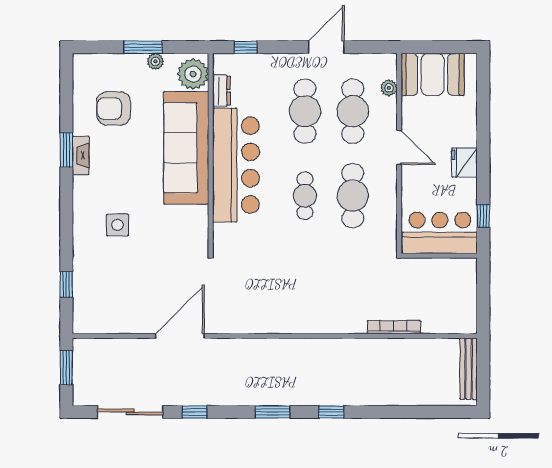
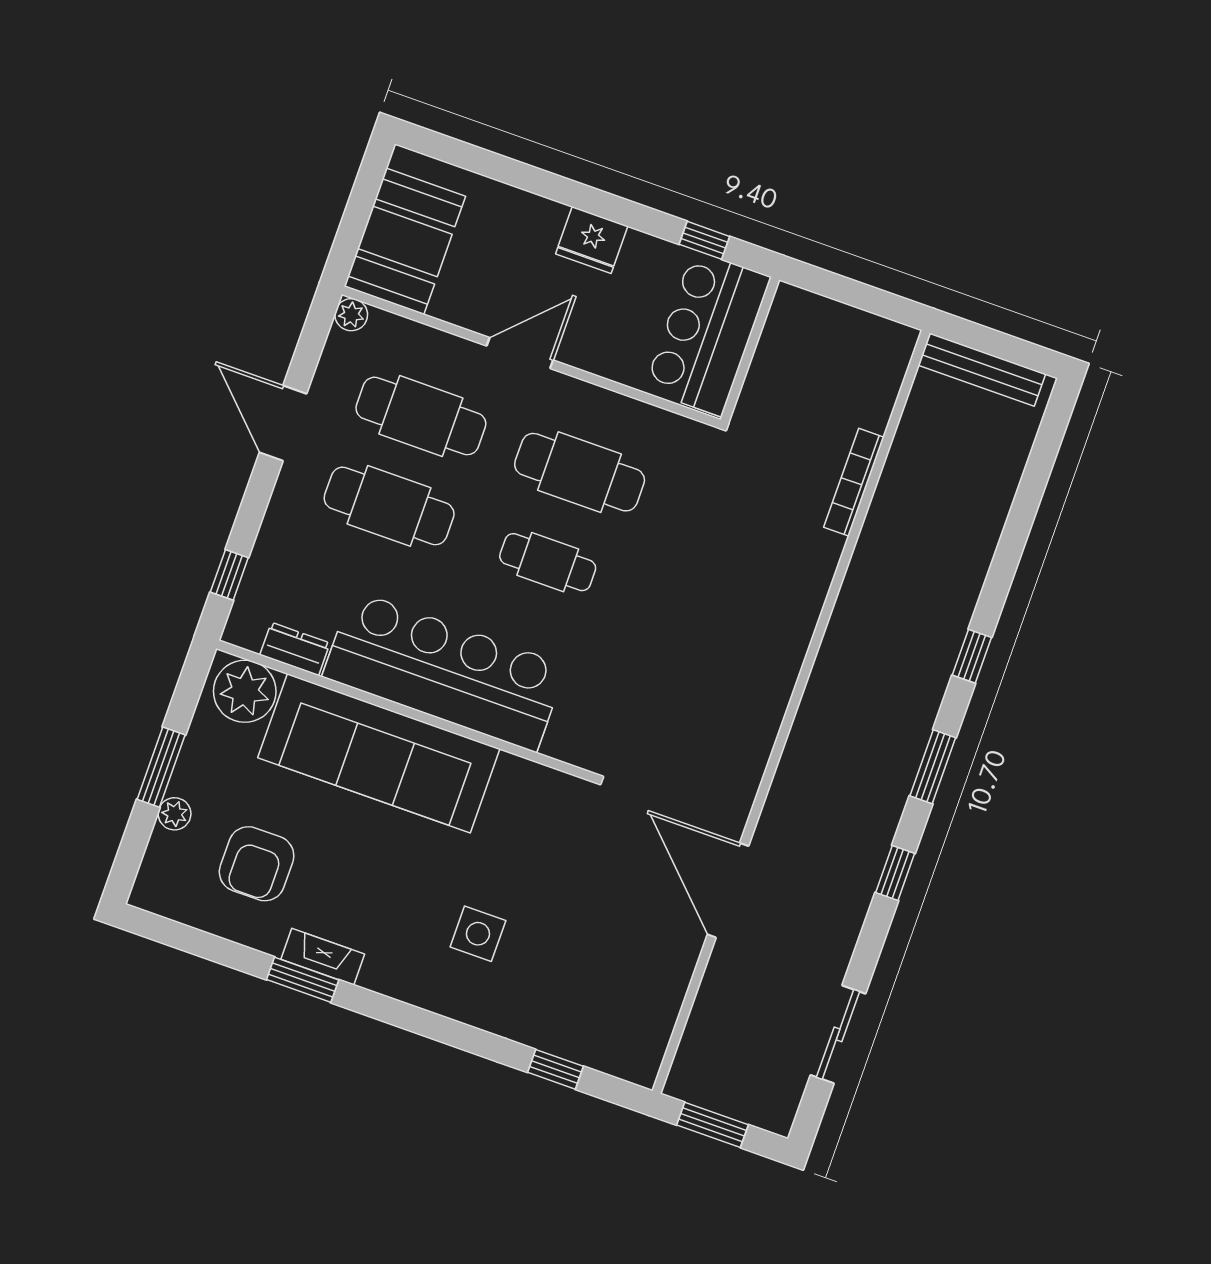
plant: (155, 61) -> (175, 814), moved
plant: (389, 88) -> (351, 315), moved
sliding door: (130, 412) -> (838, 1034), width x0.73
window: (195, 412) -> (895, 873), moved

